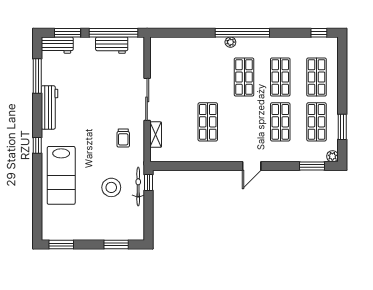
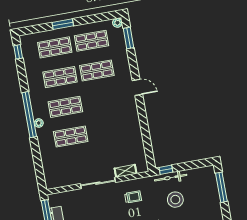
shop shelf: (208, 122) -> (71, 137), moved
window: (342, 127) -> (63, 24), moved
window: (116, 244) -> (221, 187), width x1.44

